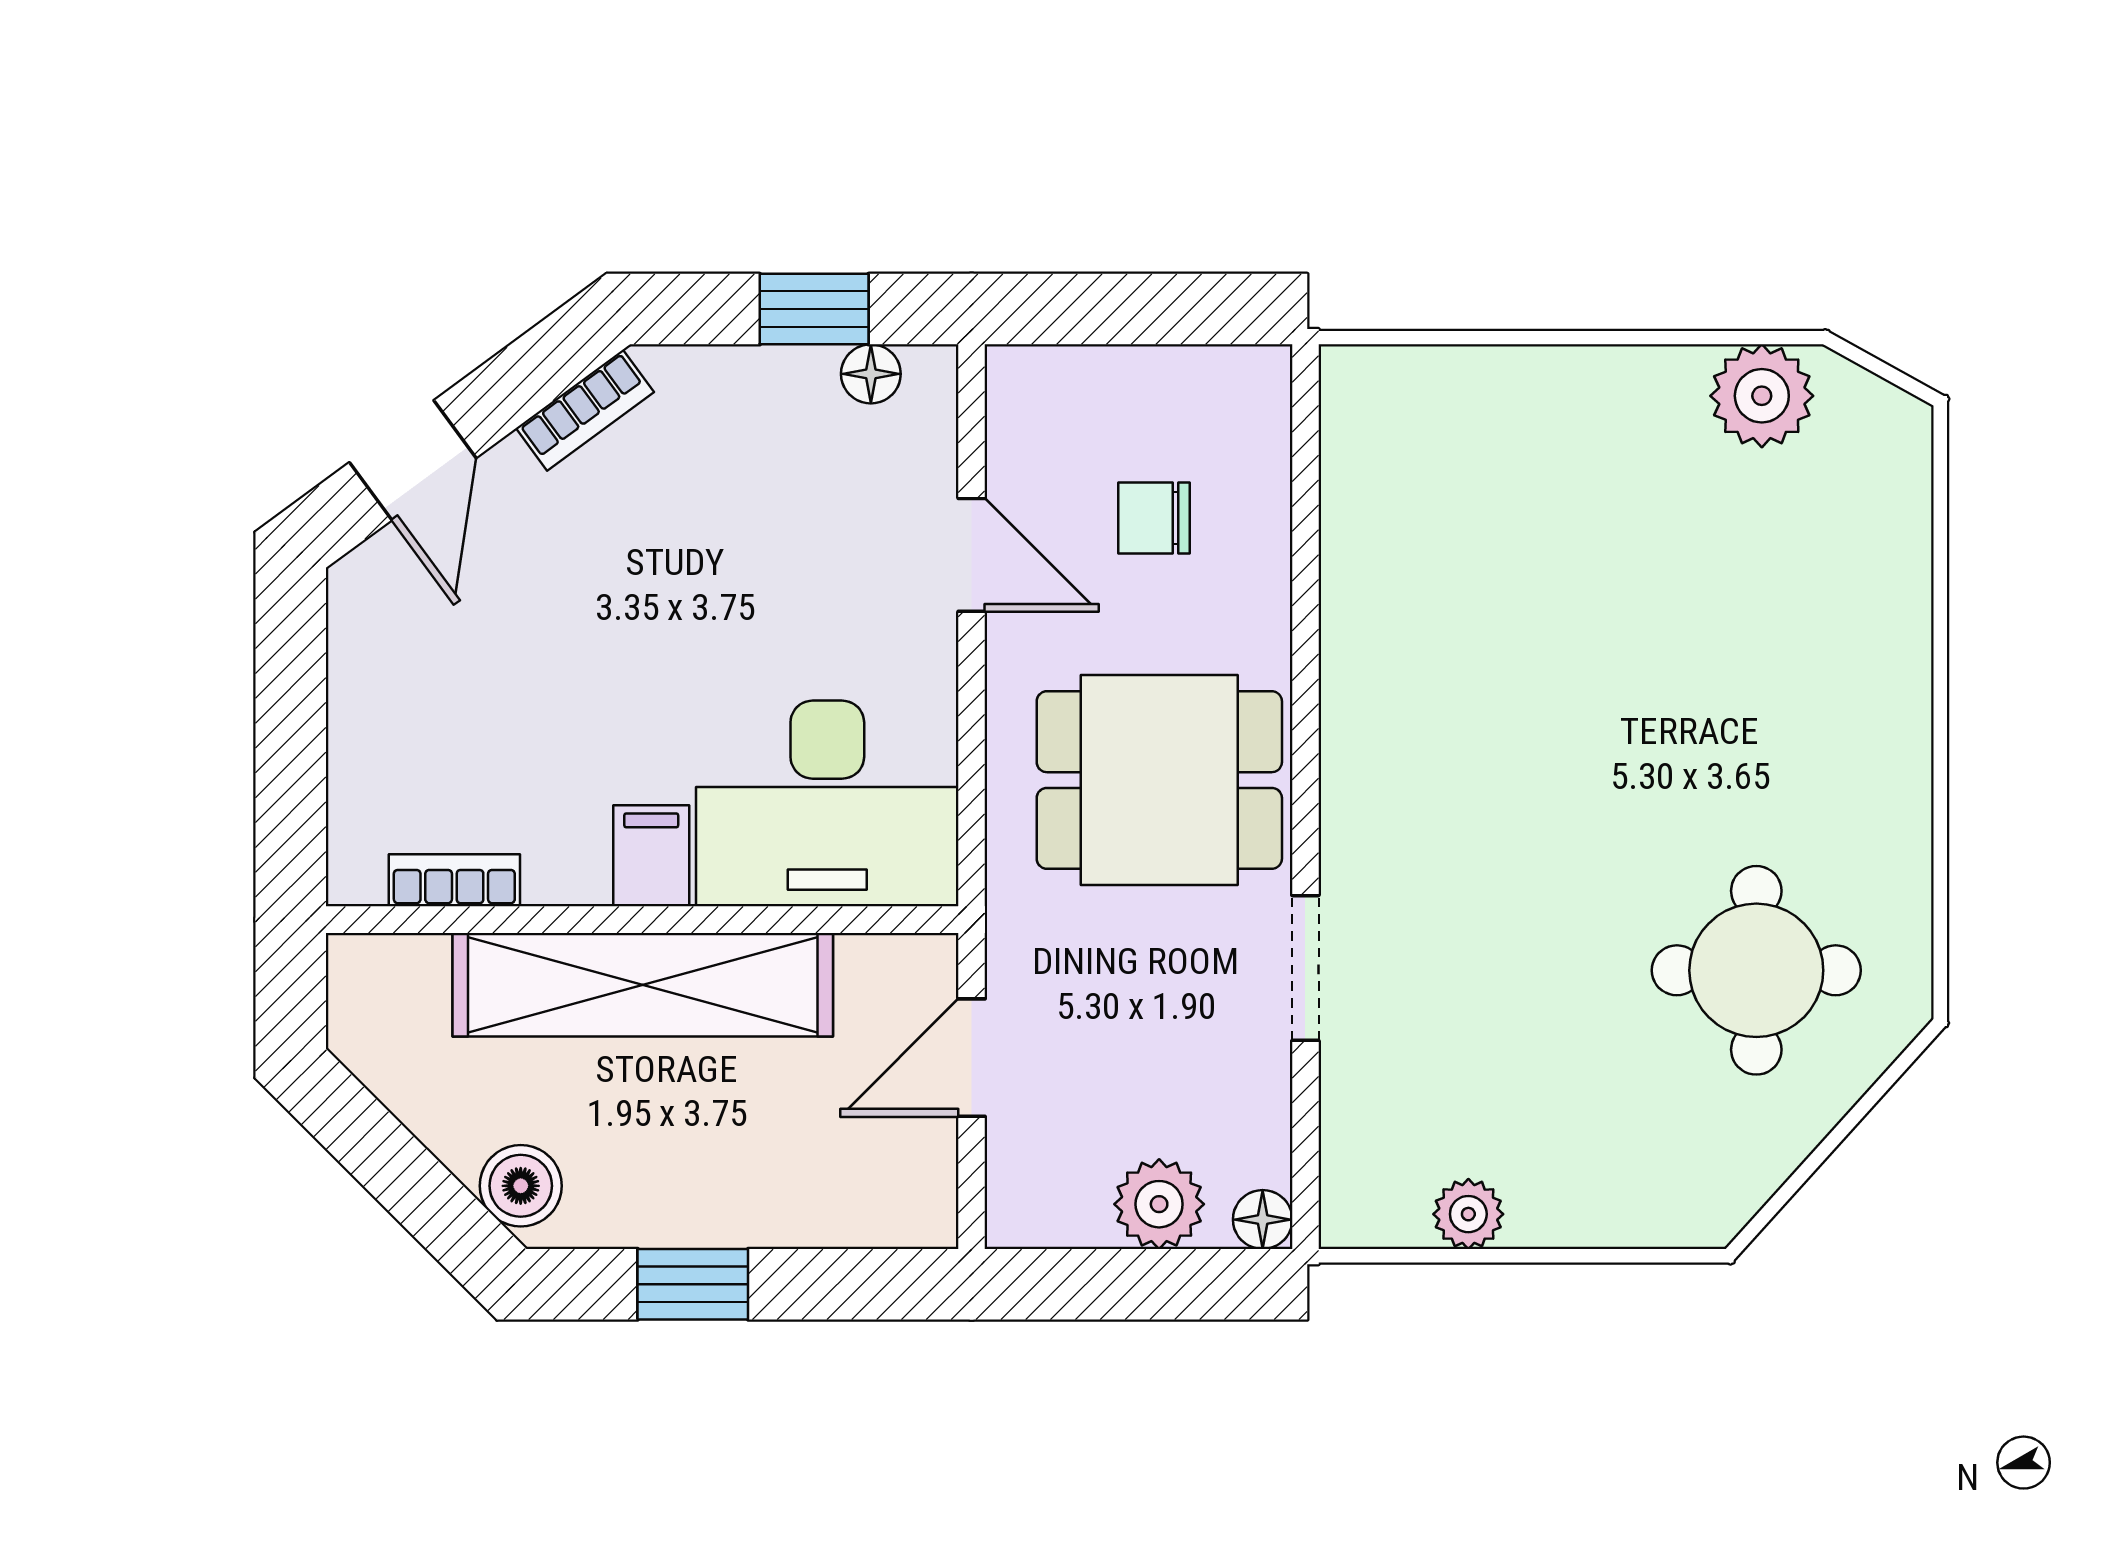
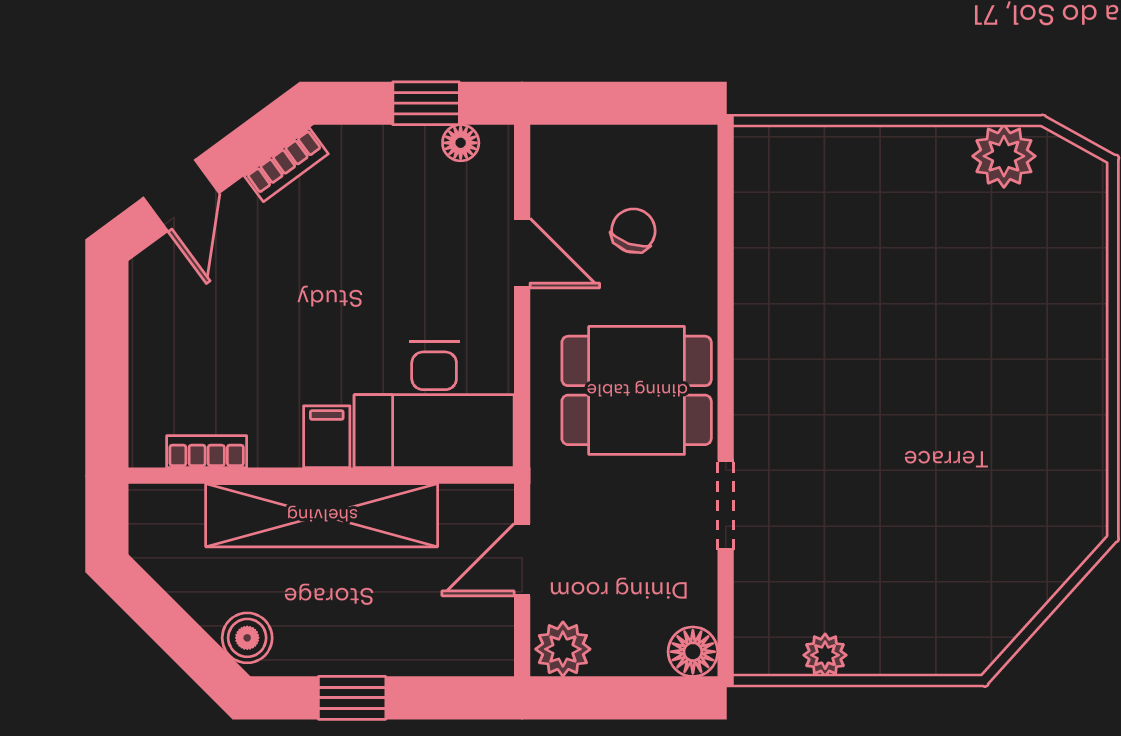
chair: (1154, 518) -> (633, 231), turned 109
round table: (1756, 970) -> (1001, 506), removed
plant: (1159, 1204) -> (563, 649), moved
floor lamp: (1263, 1220) -> (693, 652), width x1.37, depth x1.37

